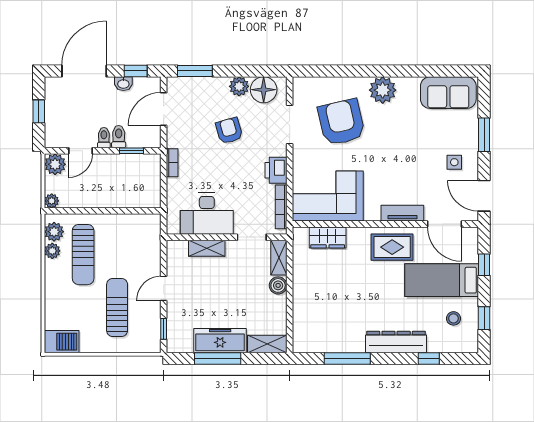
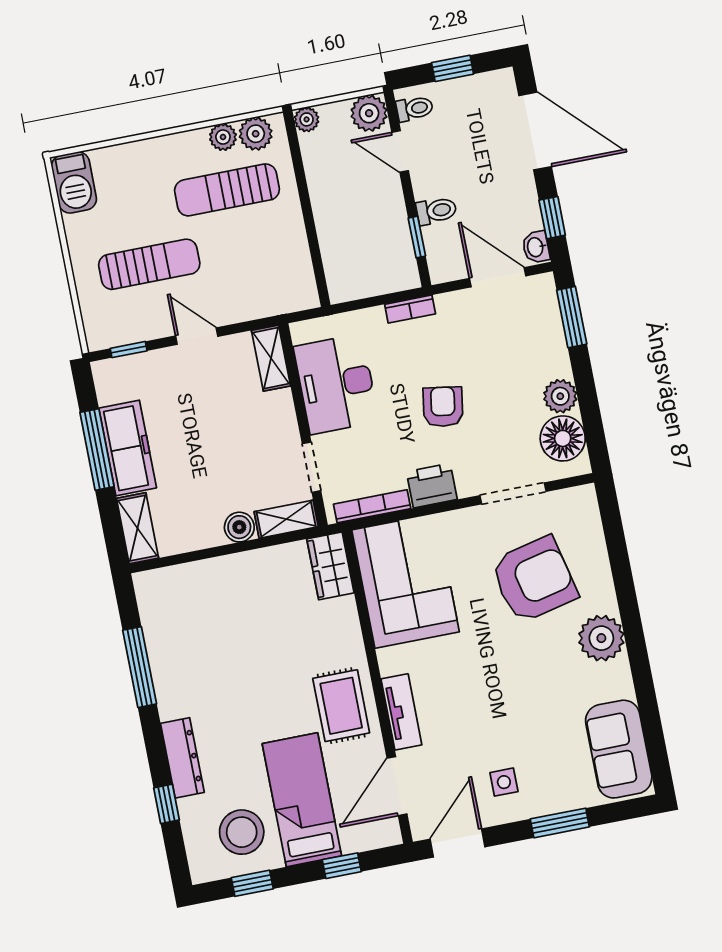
washbasin: (123, 84) -> (536, 247), moved
armchair: (229, 131) -> (443, 407), moved, turned -65
toilet: (104, 138) -> (415, 109), moved
wardrobe: (328, 237) -> (330, 566), moved
shelving: (207, 248) -> (271, 358), moved
stool: (453, 318) -> (242, 832), width x1.89, depth x1.89
dresser: (396, 342) -> (182, 758), width x0.73, depth x0.80

